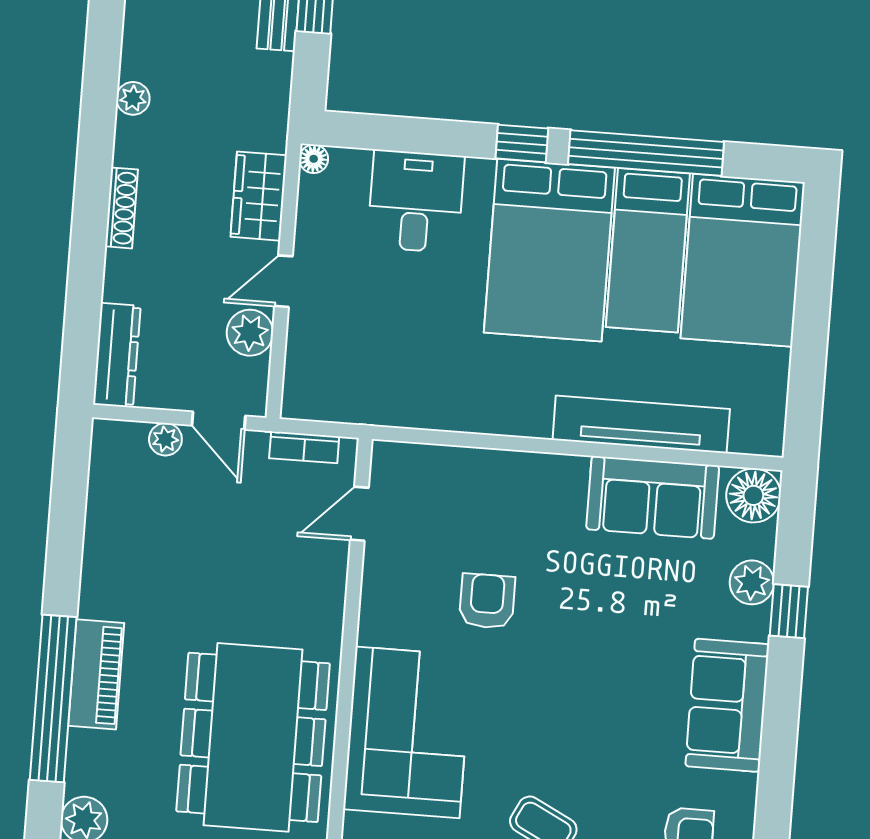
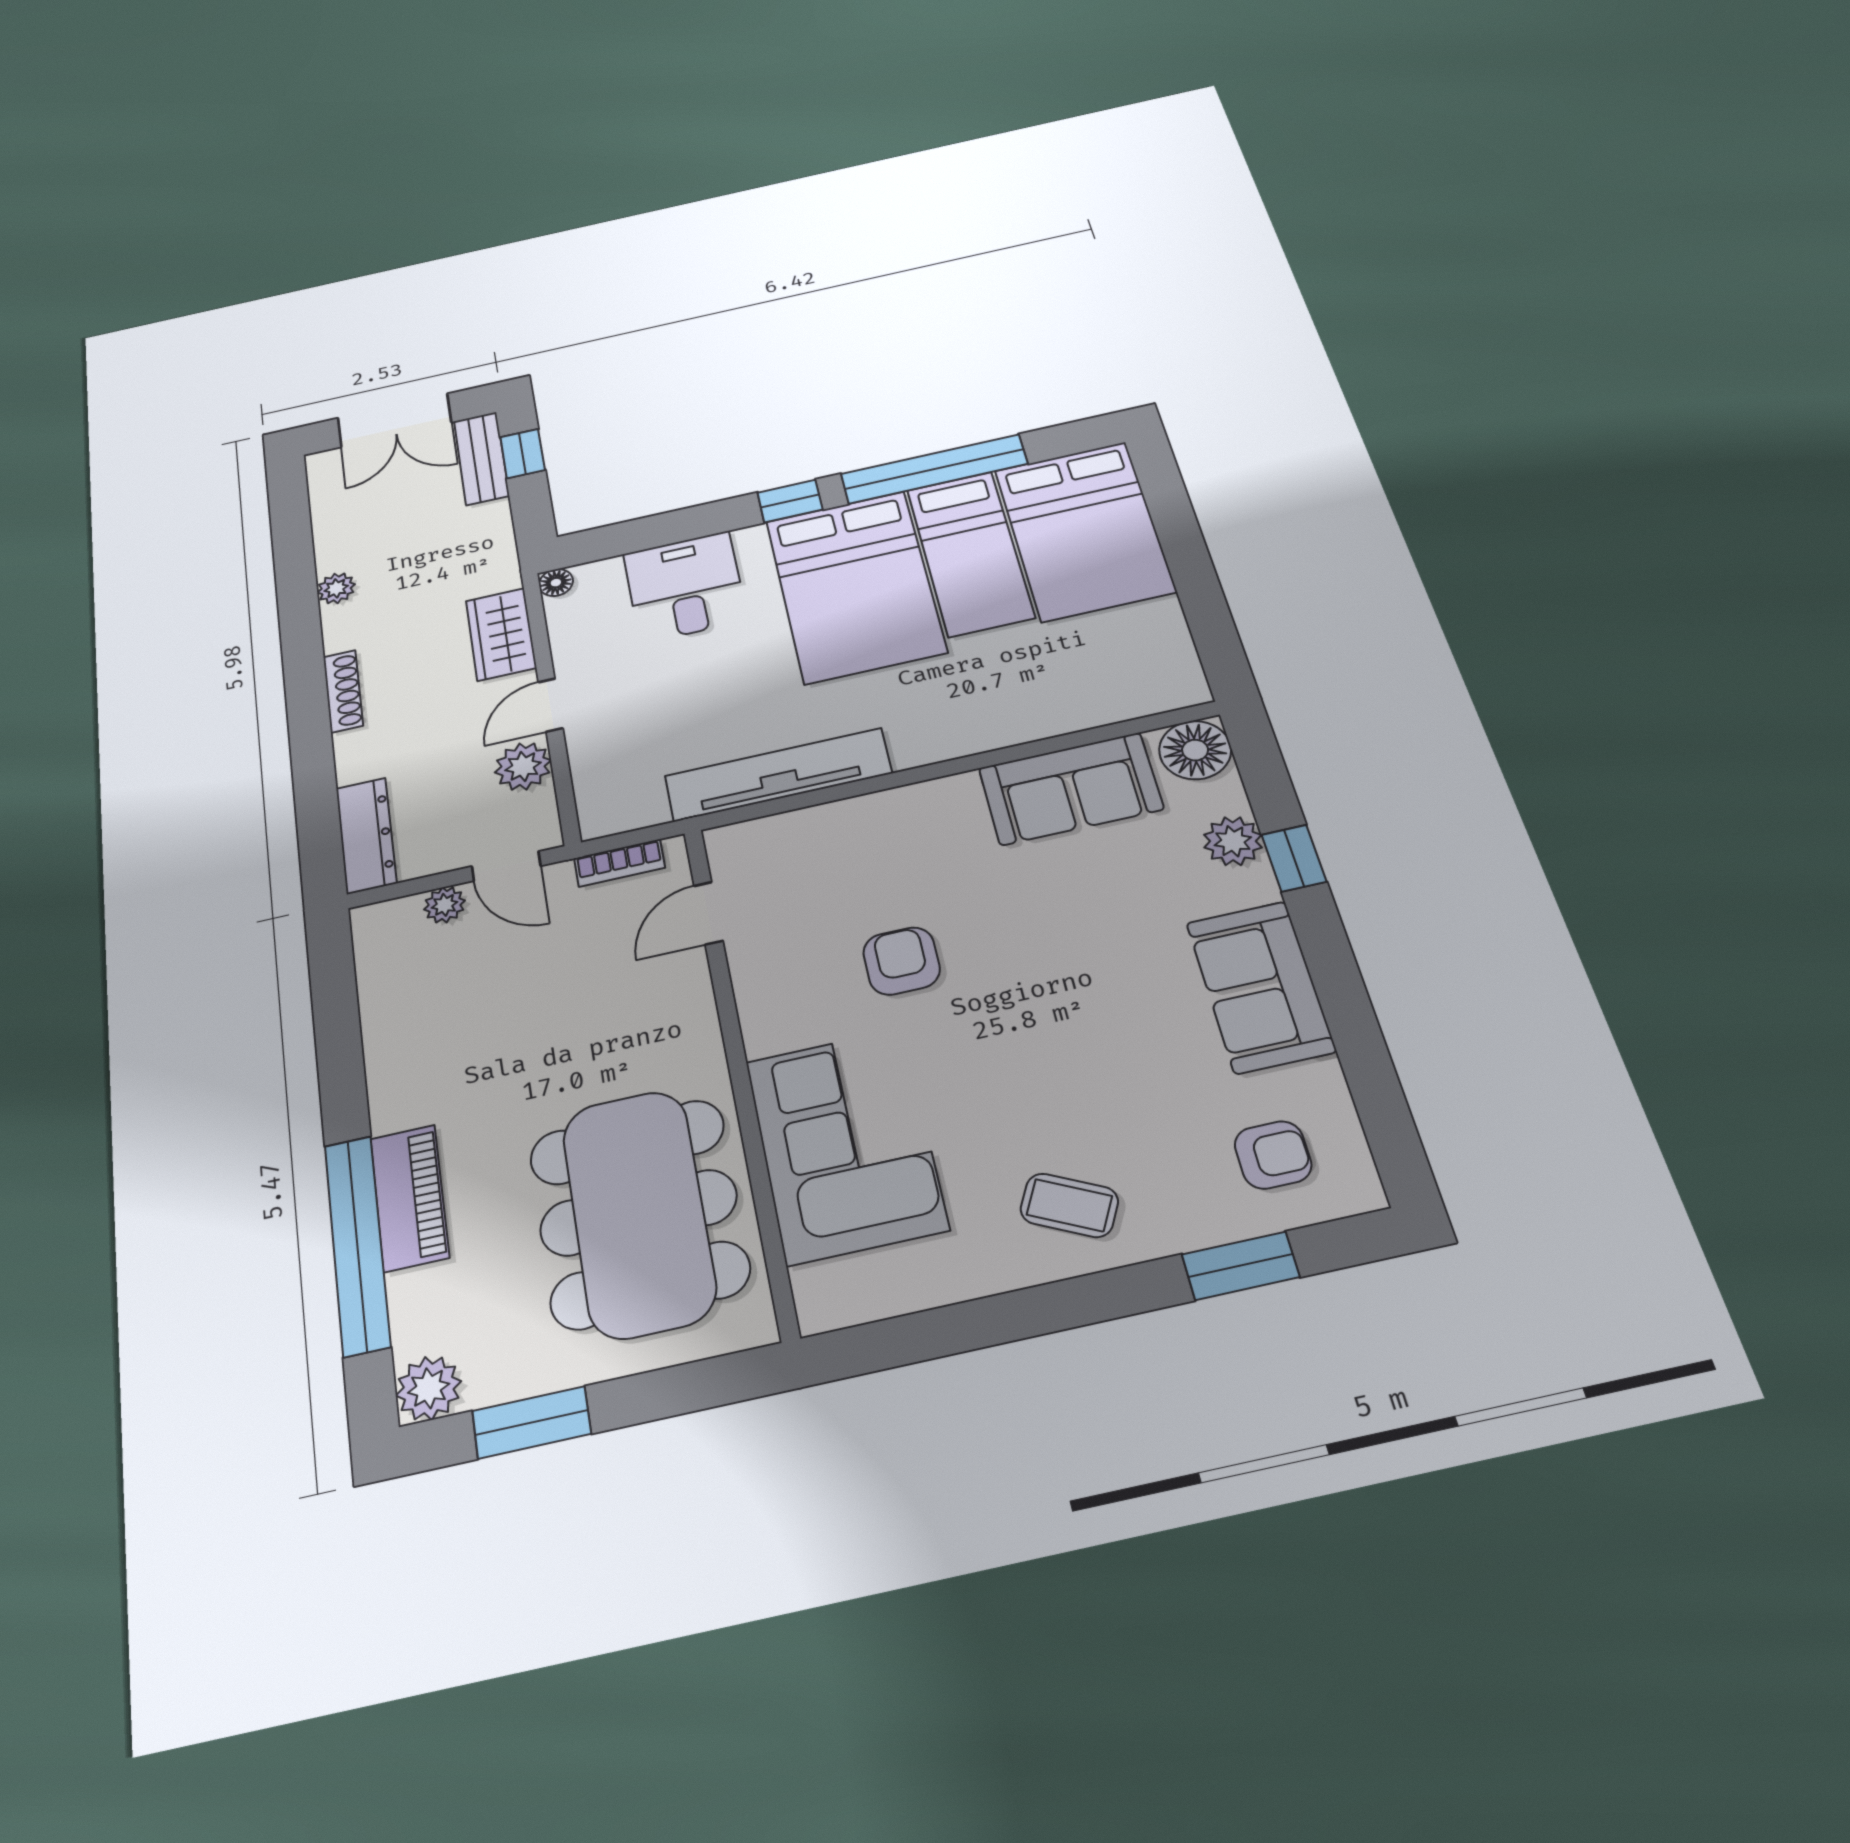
tv unit: (641, 424) -> (778, 775), moved

